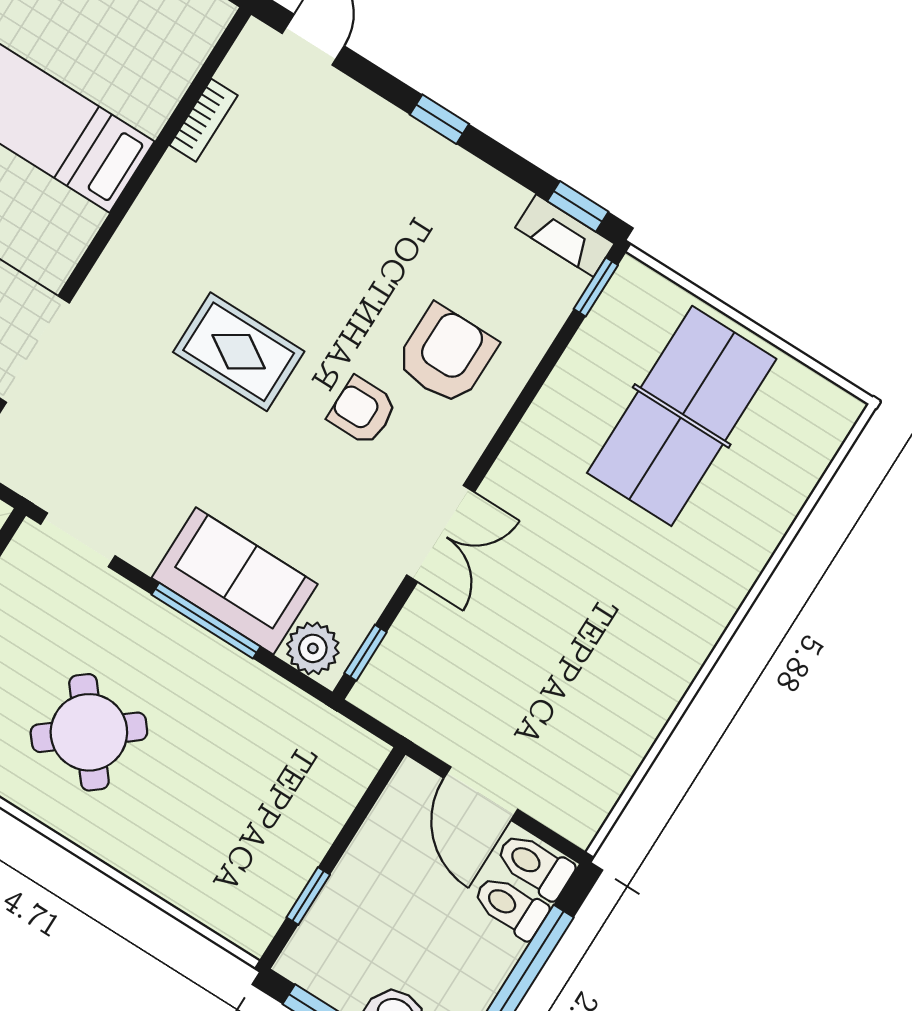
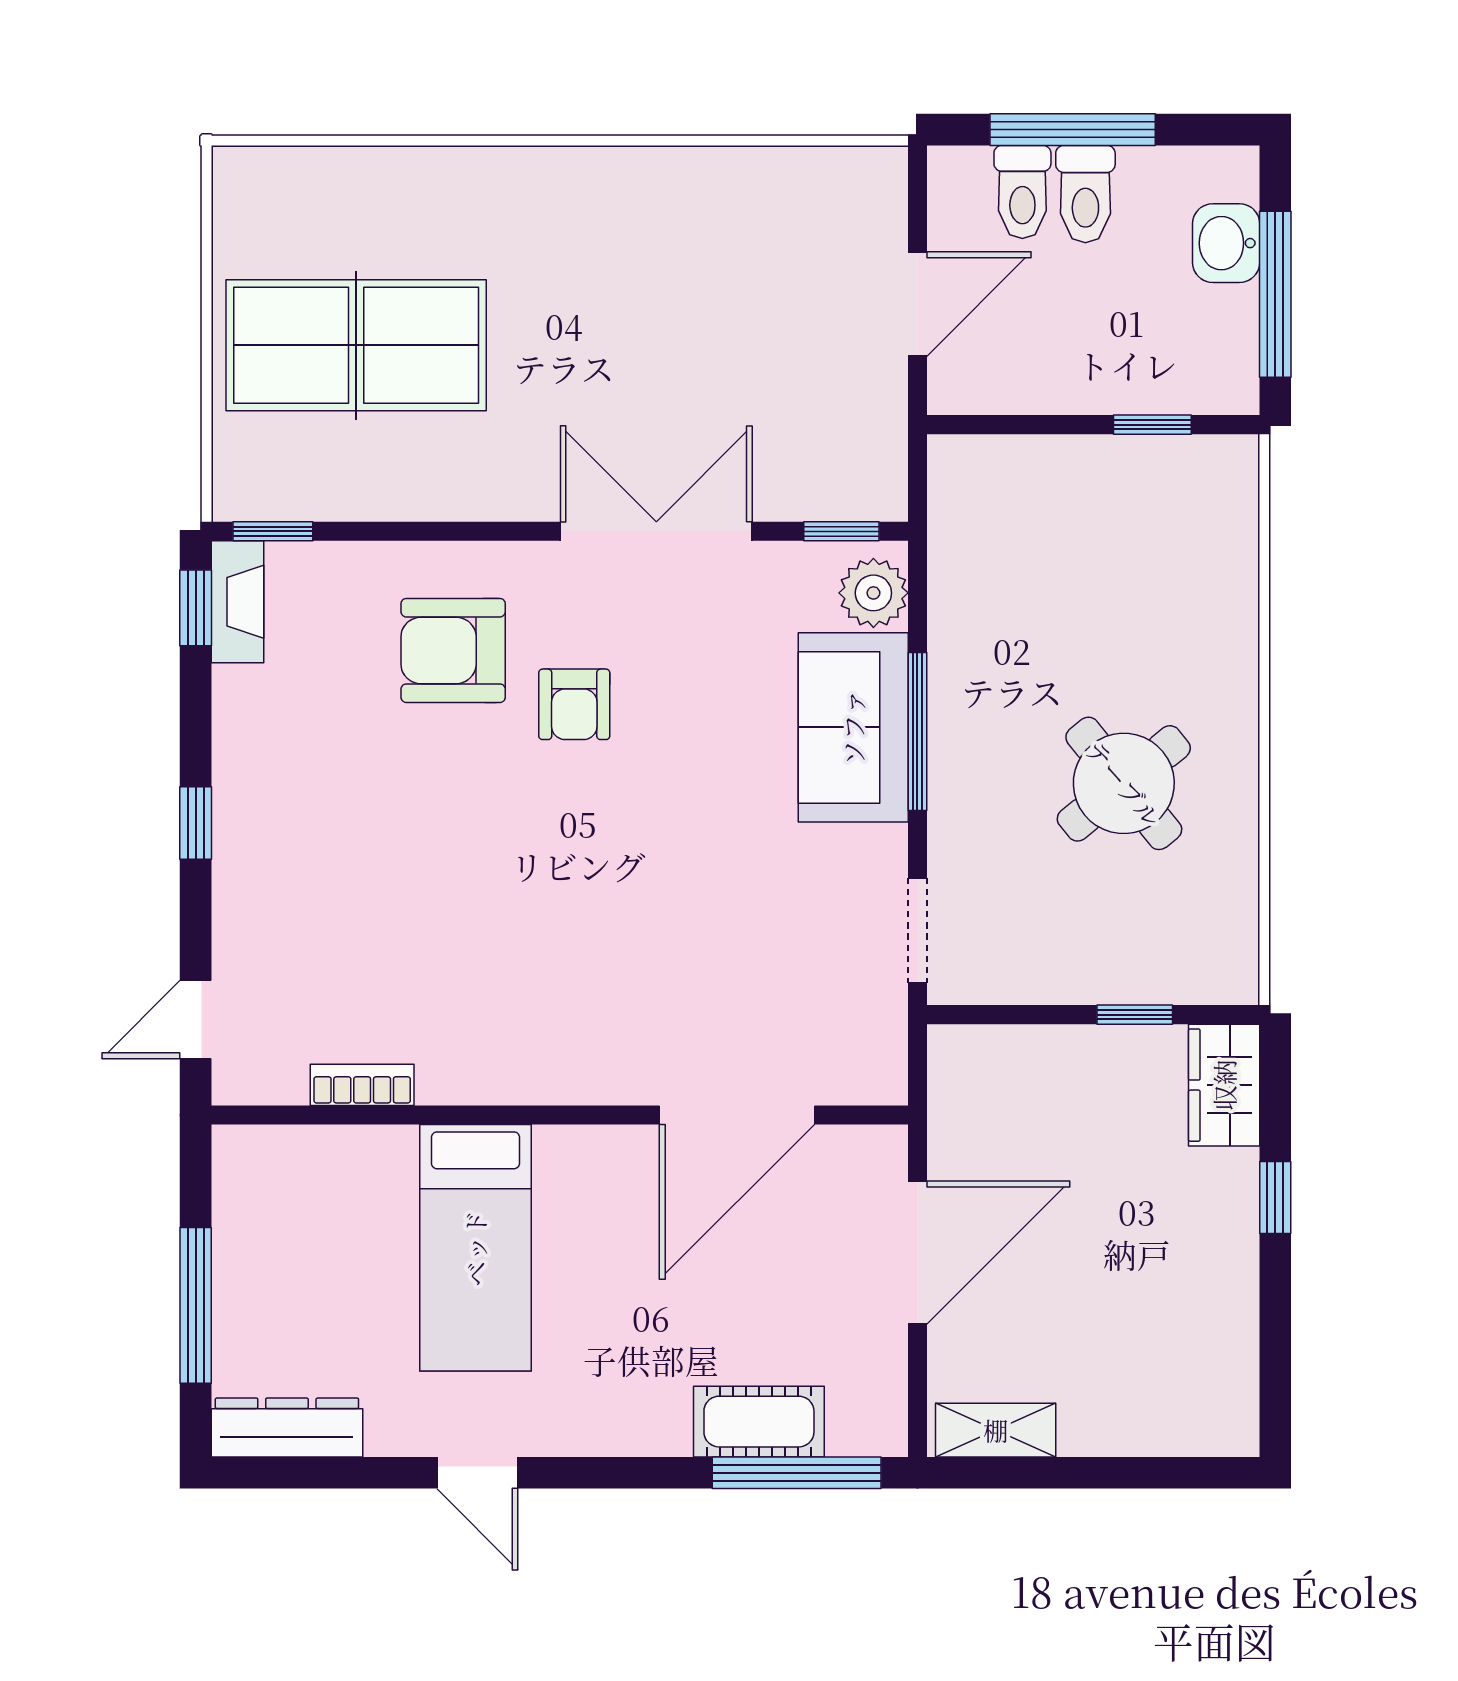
rug: (239, 352) -> (595, 884), removed
double door: (440, 534) -> (656, 531), width x1.37
toilet: (535, 865) -> (1085, 194), moved

